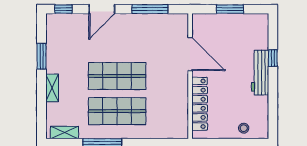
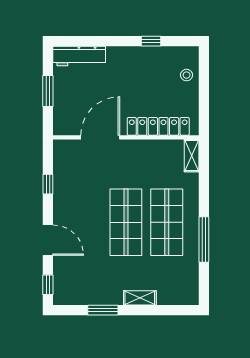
window: (150, 9) -> (48, 184), width x0.46
window: (273, 58) -> (151, 41), moved
workbench: (260, 73) -> (79, 56), moved
shelving: (64, 132) -> (192, 156), moved

